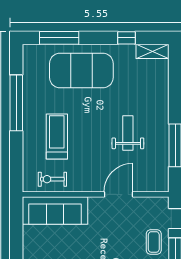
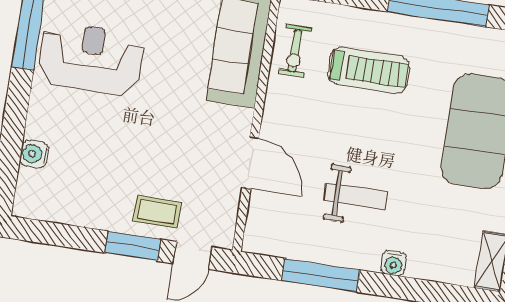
water cooler: (162, 106) -> (393, 263), added
exercise bike: (52, 179) -> (295, 51), turned 180

